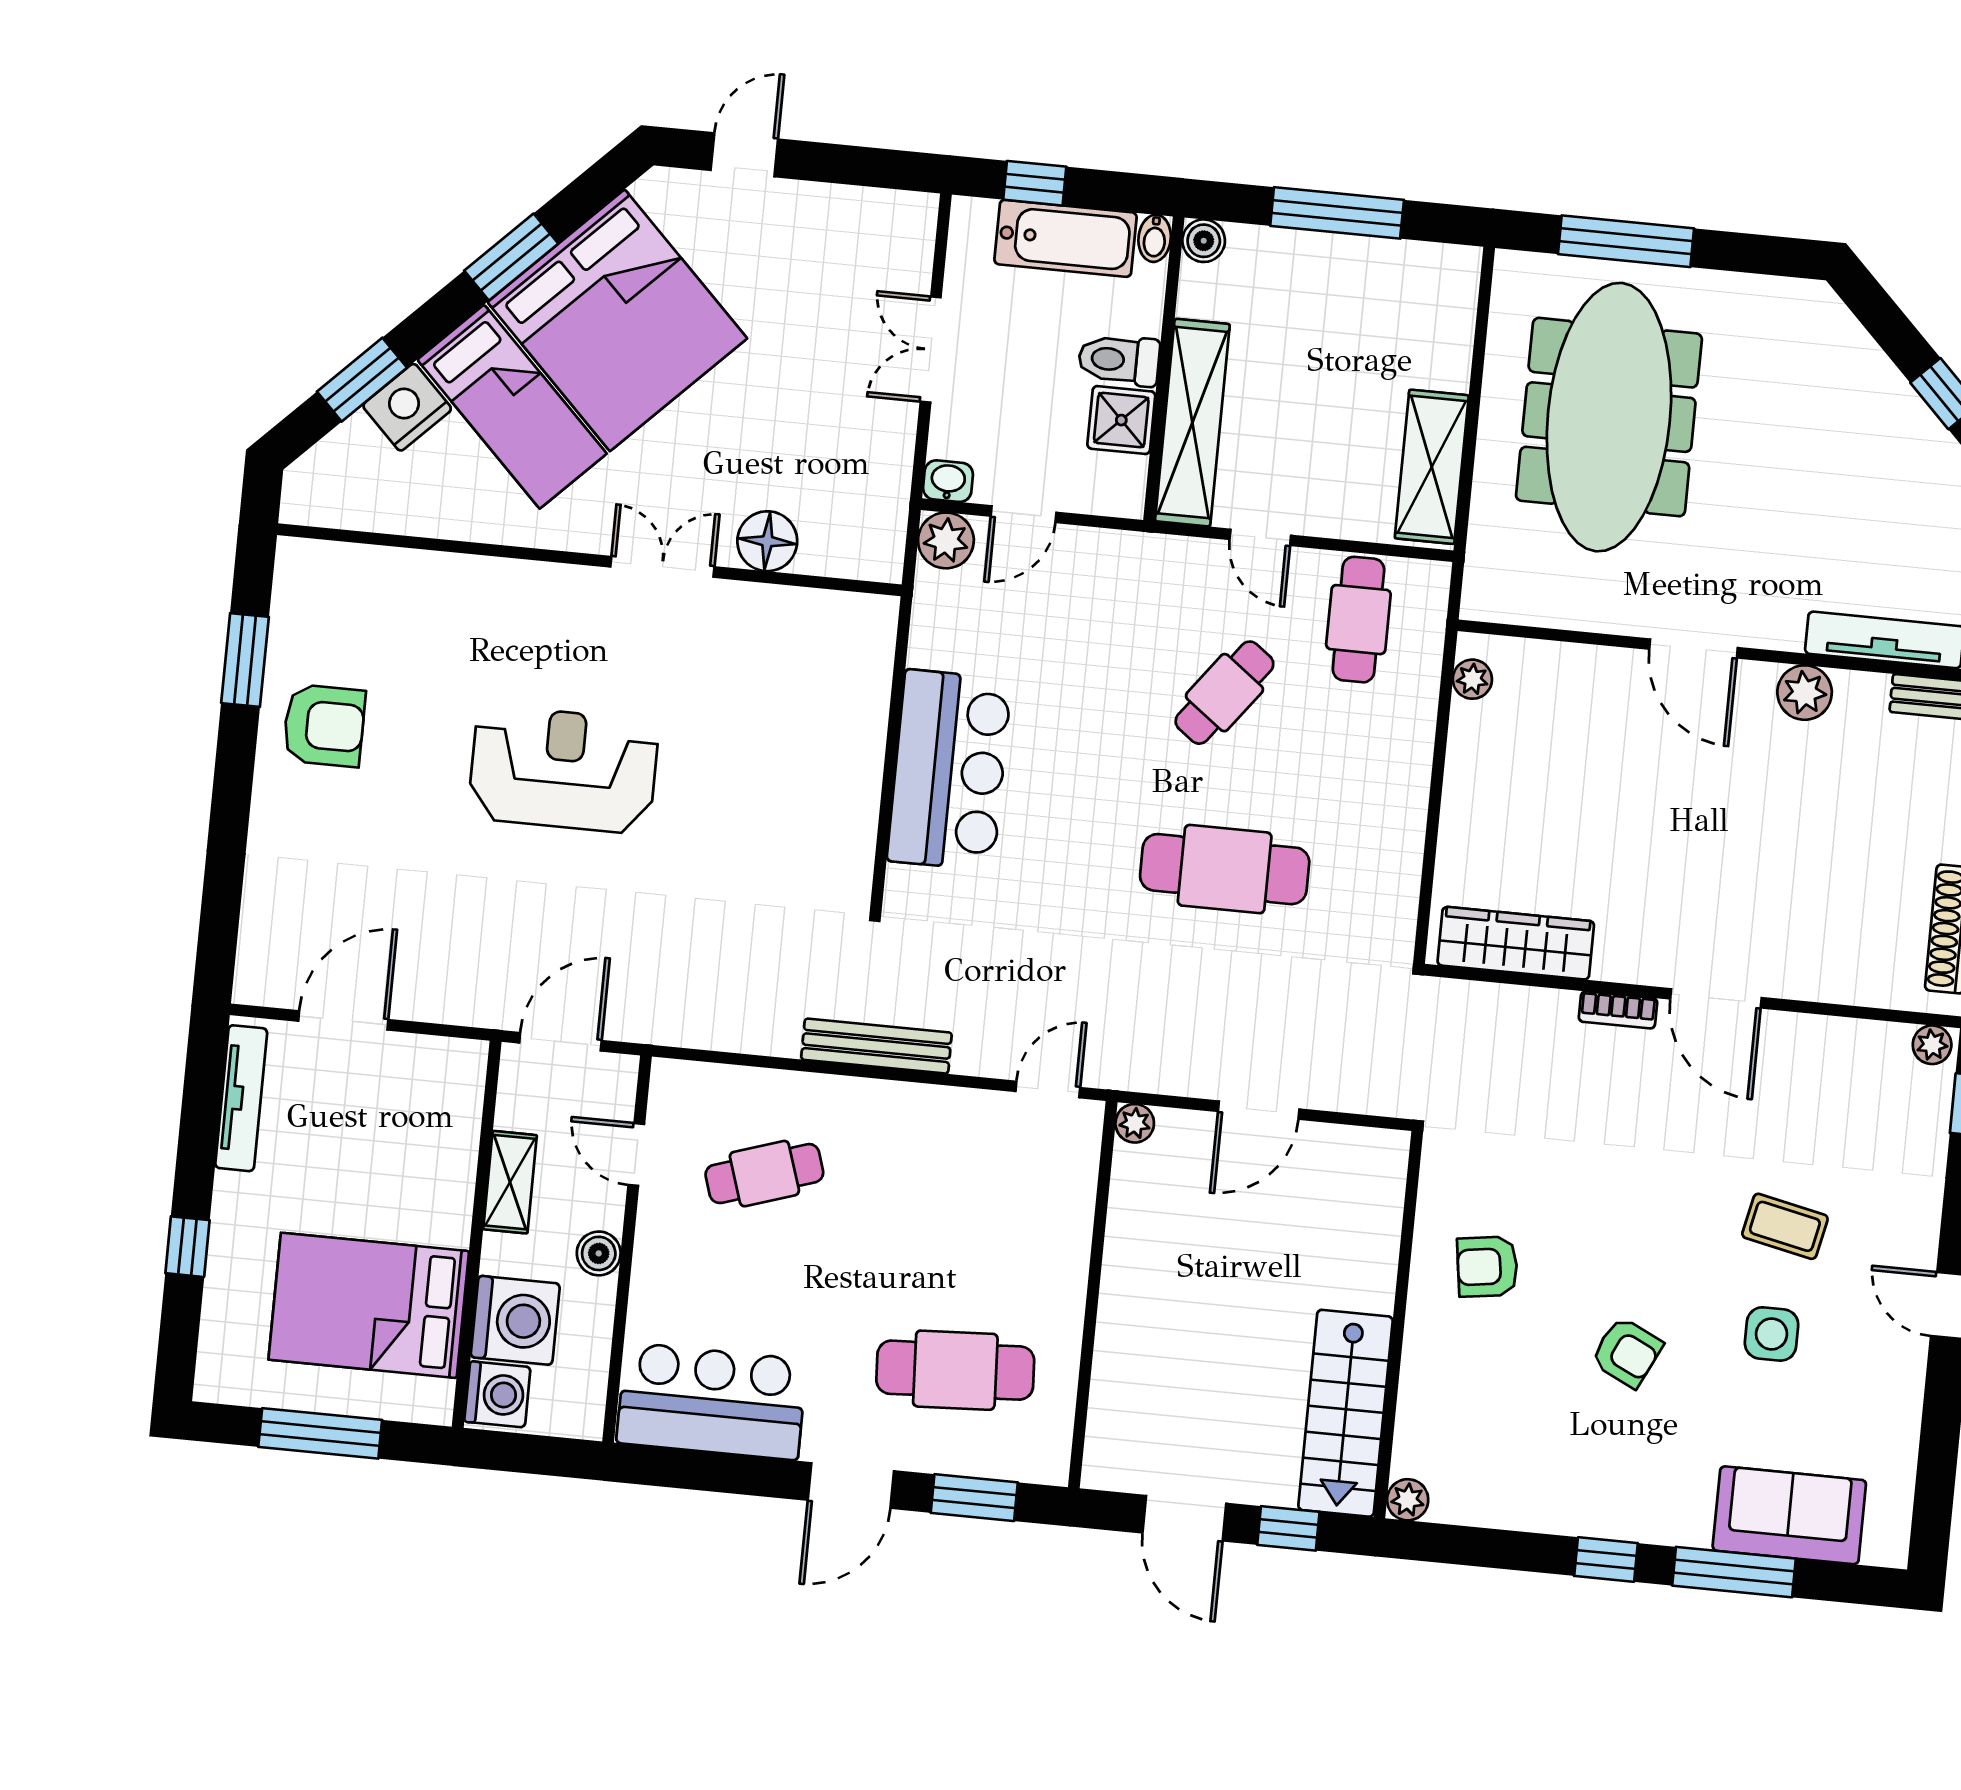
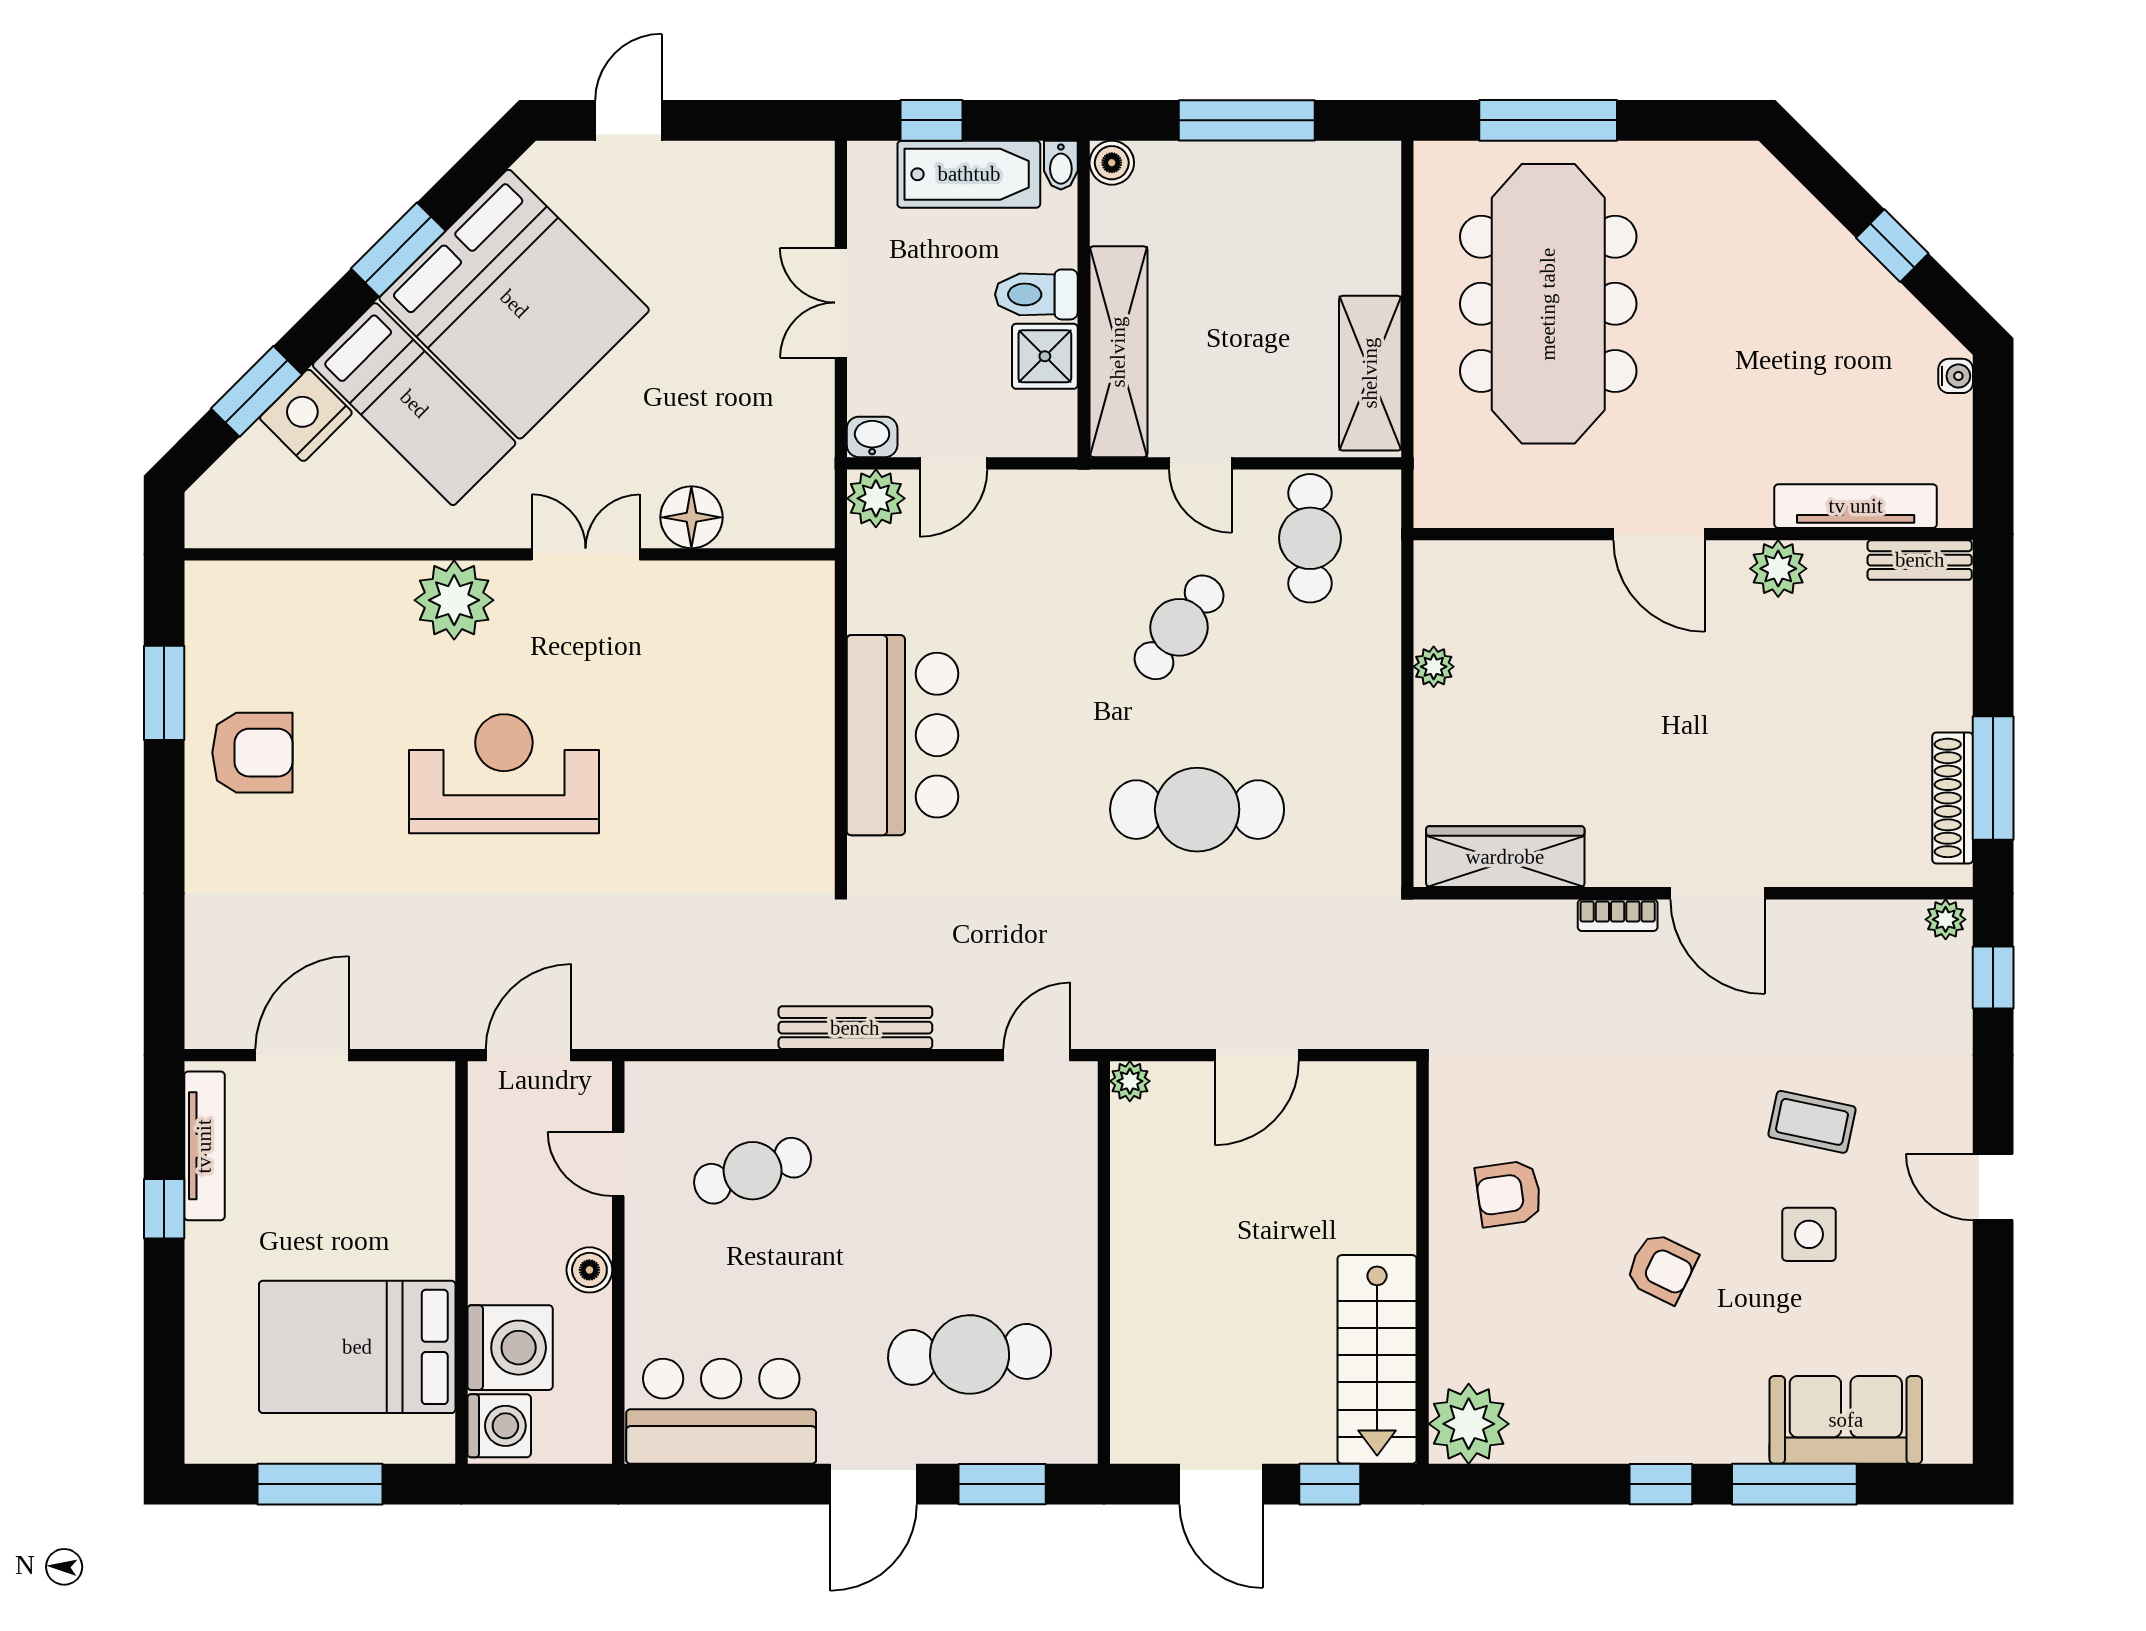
plant: (532, 598) -> (454, 600), added
plant: (1472, 679) -> (1434, 667), moved
shelving: (510, 1182) -> (491, 1205), removed
window: (187, 1247) -> (164, 1209), moved
plant: (1408, 1500) -> (1469, 1424), width x1.87, depth x1.87

